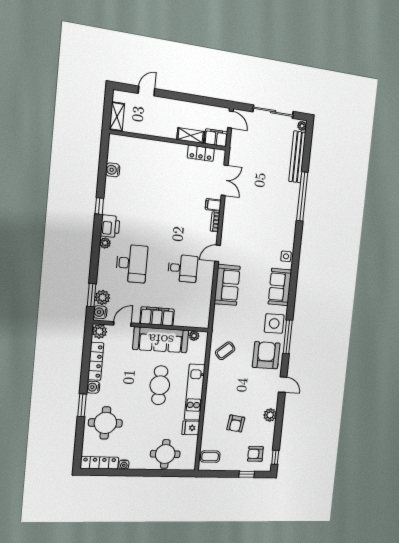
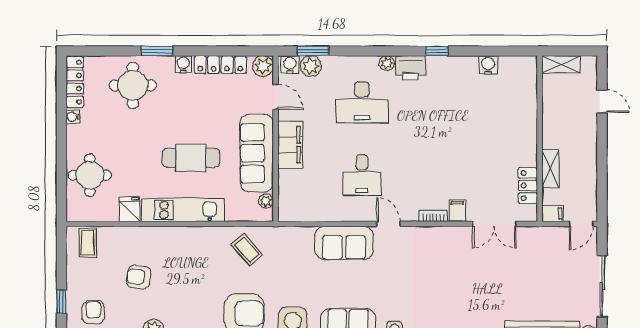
filing cabinet: (216, 138) -> (553, 214), width x0.50

